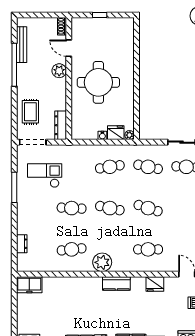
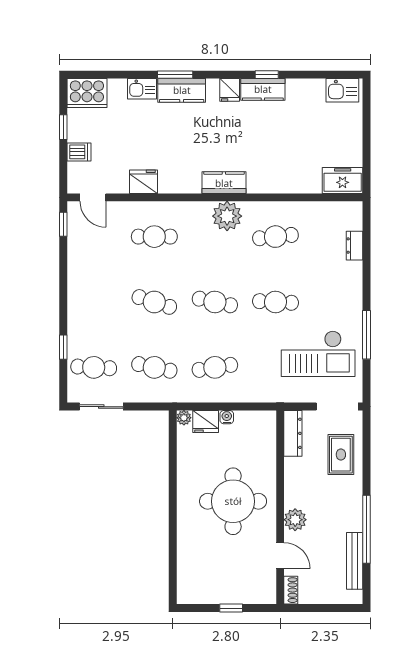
checkout: (45, 175) -> (318, 354), width x1.36, depth x1.21
kitchen counter: (116, 283) -> (224, 183), moved

